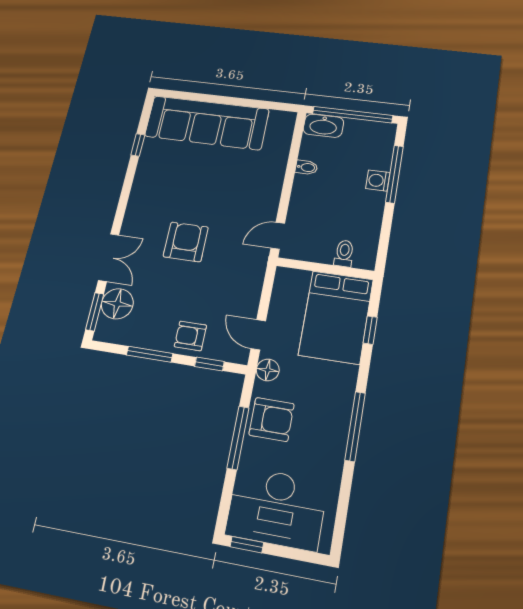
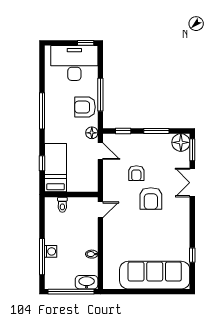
floor lamp: (117, 304) -> (181, 142), moved
bed: (336, 317) -> (56, 168), width x0.67
armchair: (190, 336) -> (136, 173), moved, turned 90

